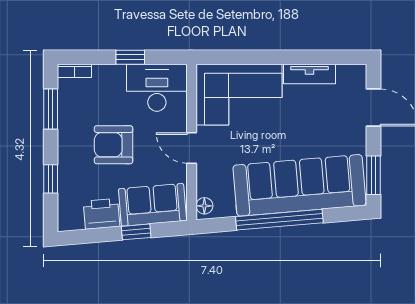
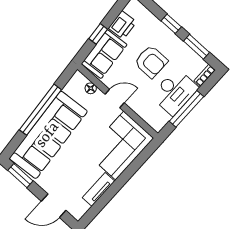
window: (130, 57) -> (186, 109), width x2.17
desk: (157, 88) -> (175, 92), moved
armchair: (114, 145) -> (151, 62), turned 90
window: (51, 179) -> (171, 24), moved
floor lamp: (204, 206) -> (91, 88), moved

